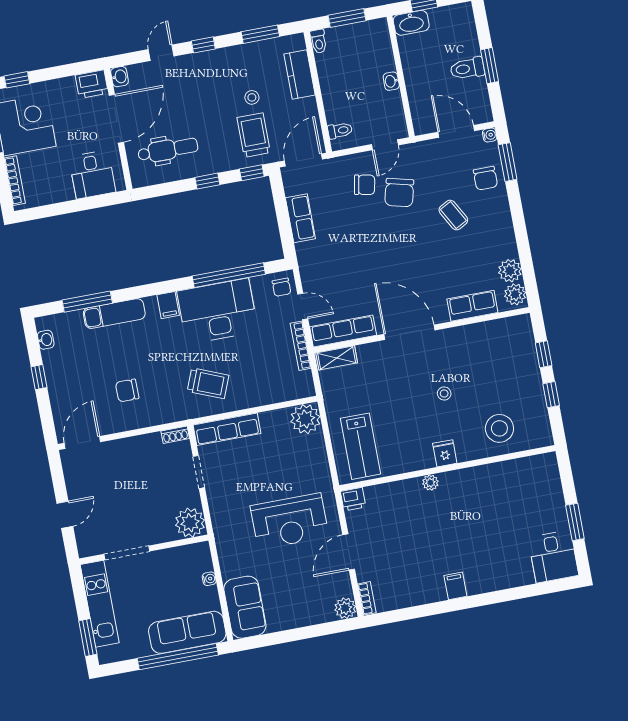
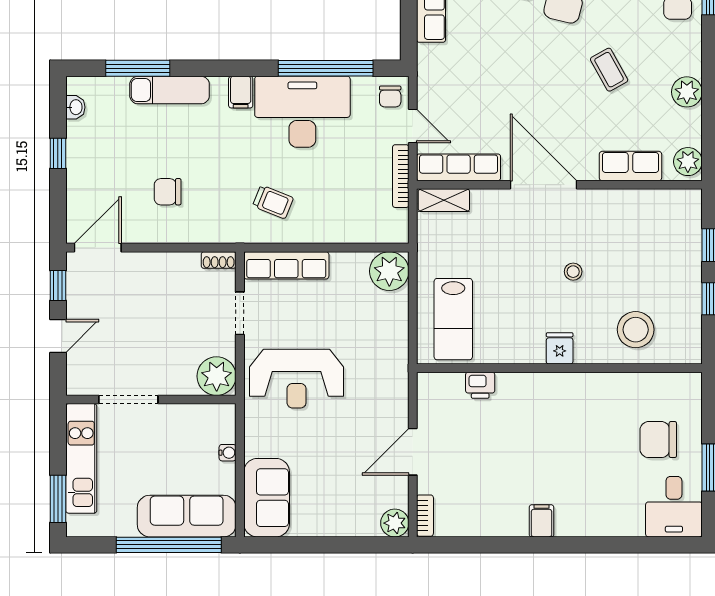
coffee table: (453, 215) -> (609, 70), moved
plant: (510, 271) -> (687, 92), moved
trolley: (208, 383) -> (273, 202), width x0.73, depth x0.72
window: (58, 477) -> (58, 285), added
plant: (430, 483) -> (534, 383), removed
printer: (353, 499) -> (480, 385), moved
chair: (532, 508) -> (658, 440), added
reception desk: (289, 521) -> (297, 379), moved

